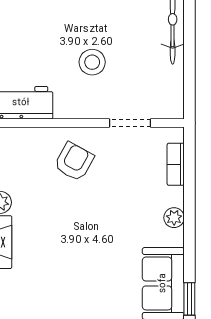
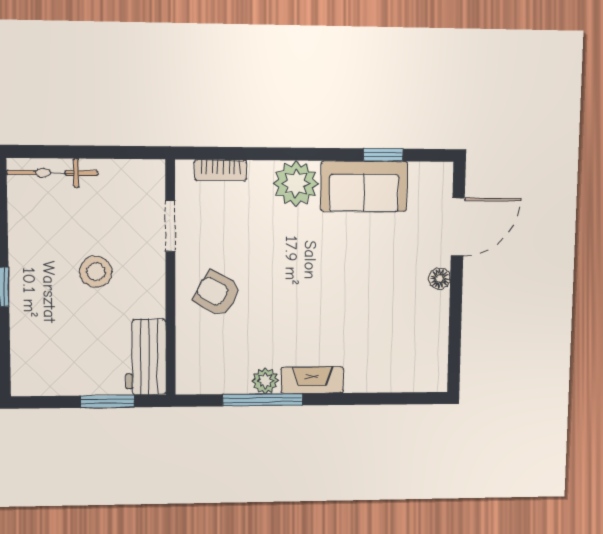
plant: (174, 218) -> (296, 184), width x1.88, depth x1.88

